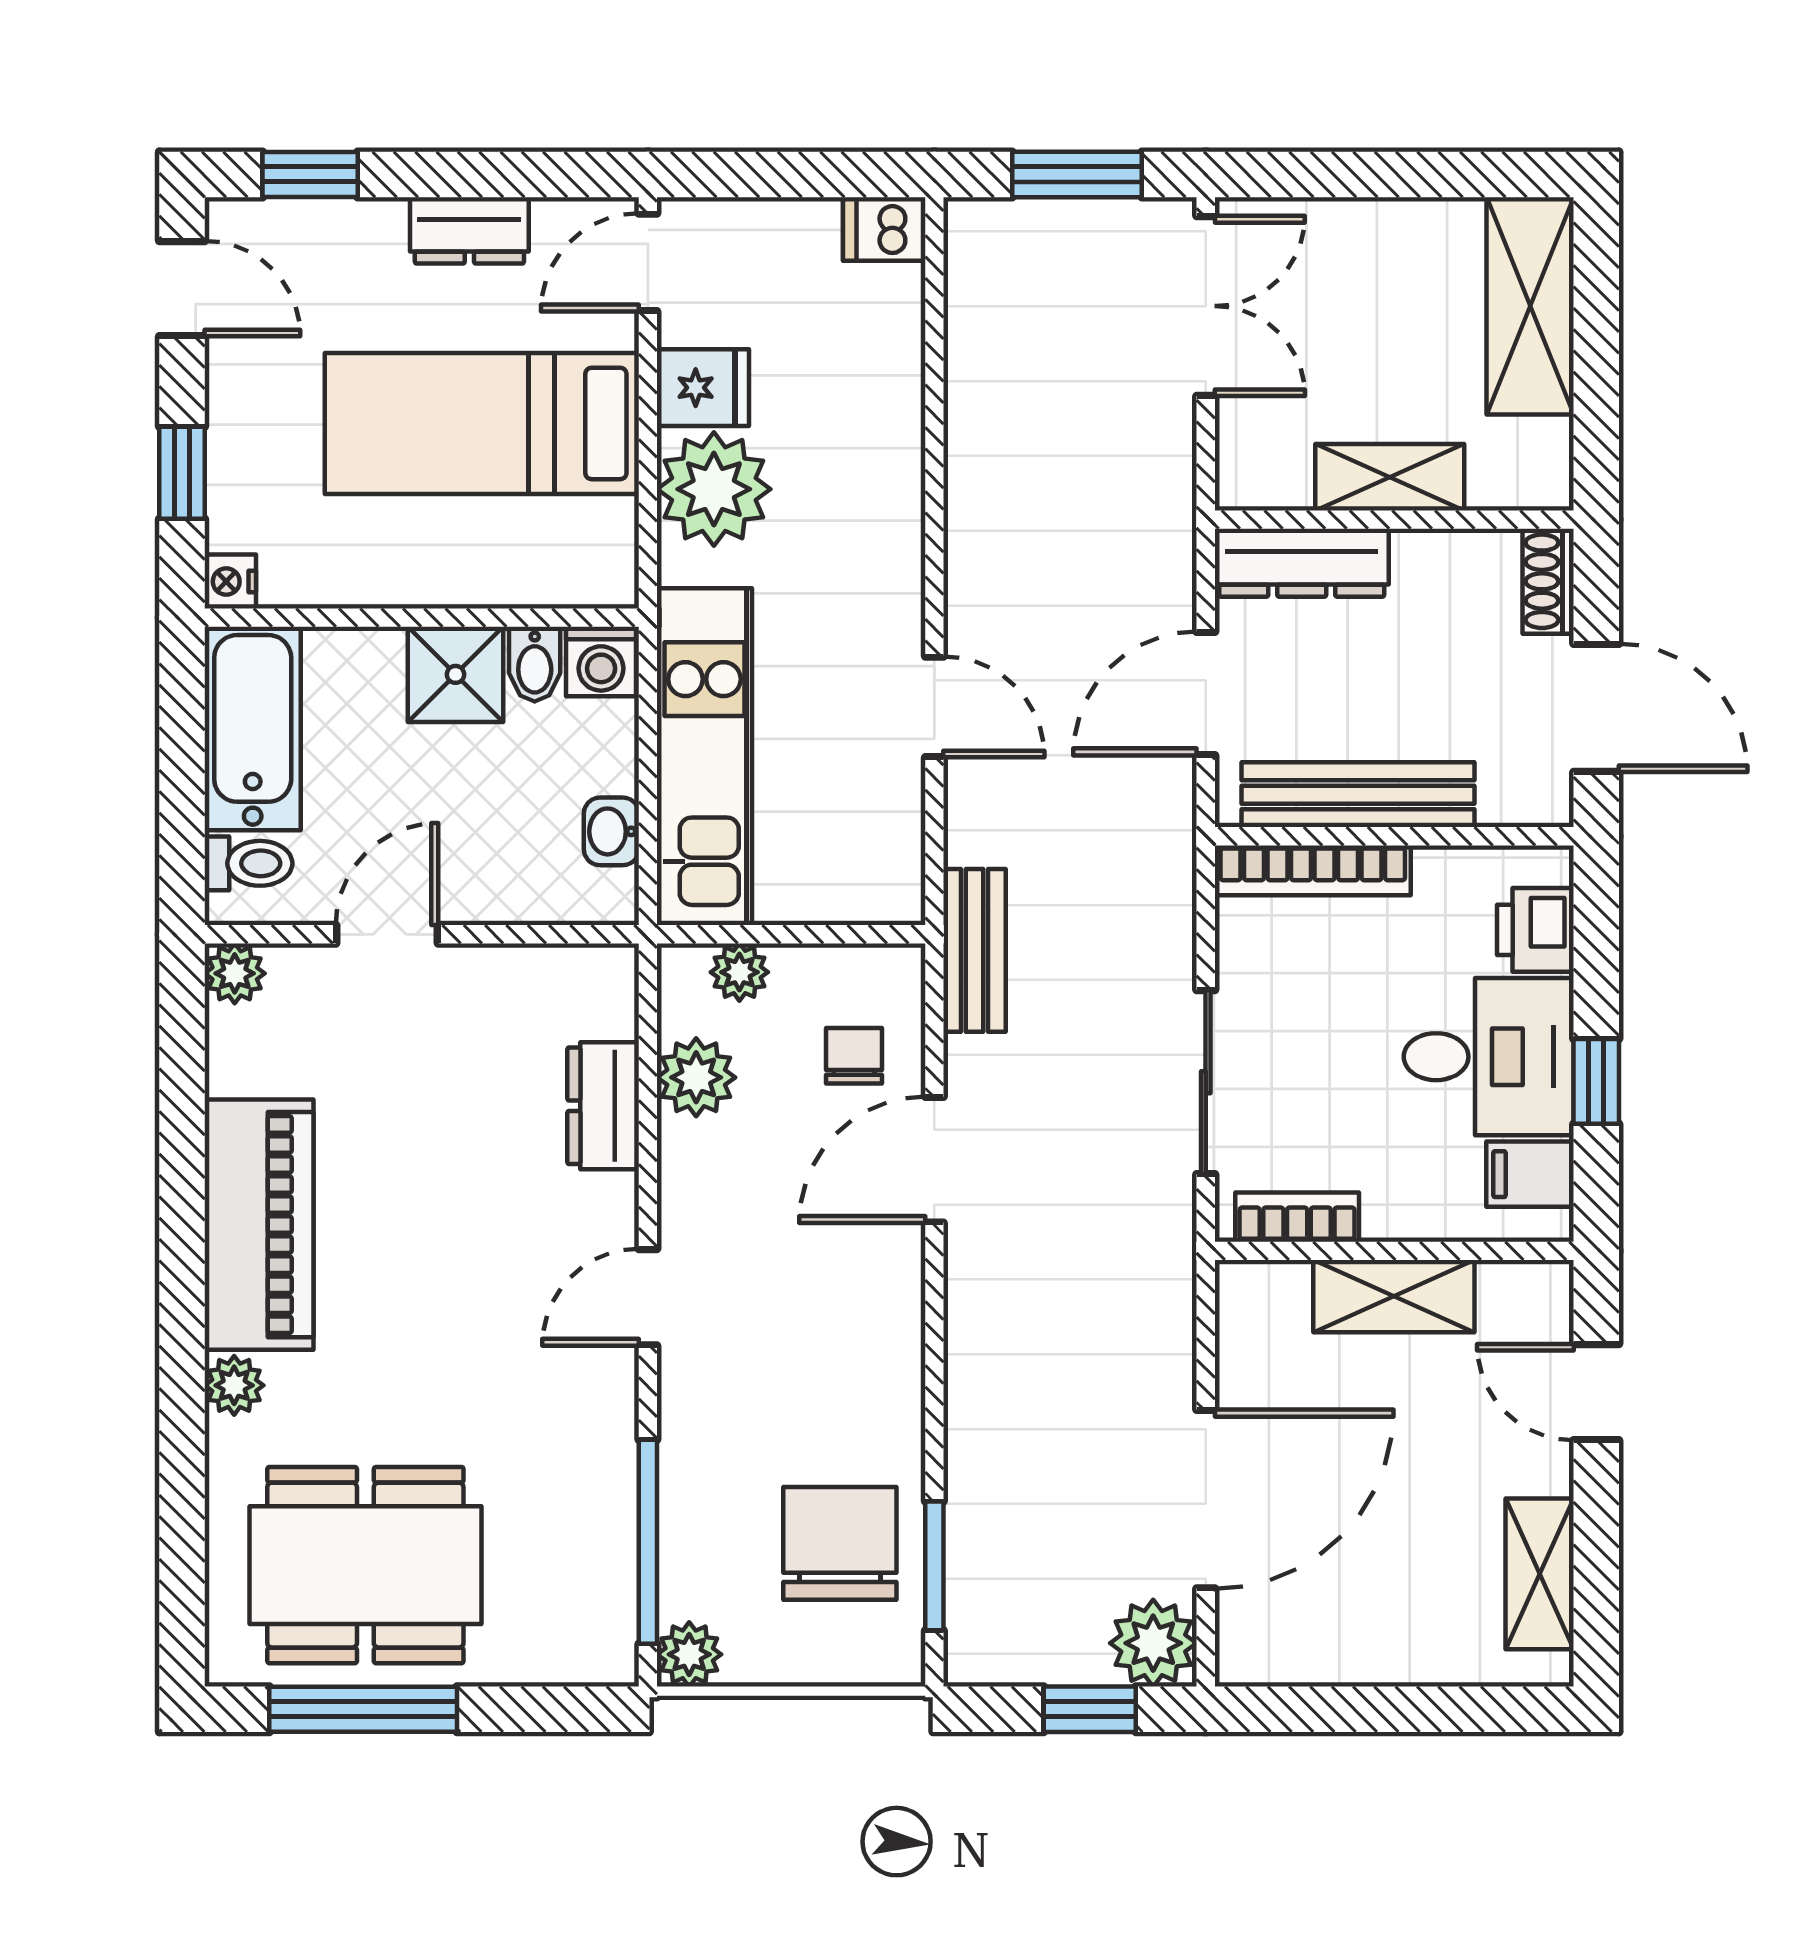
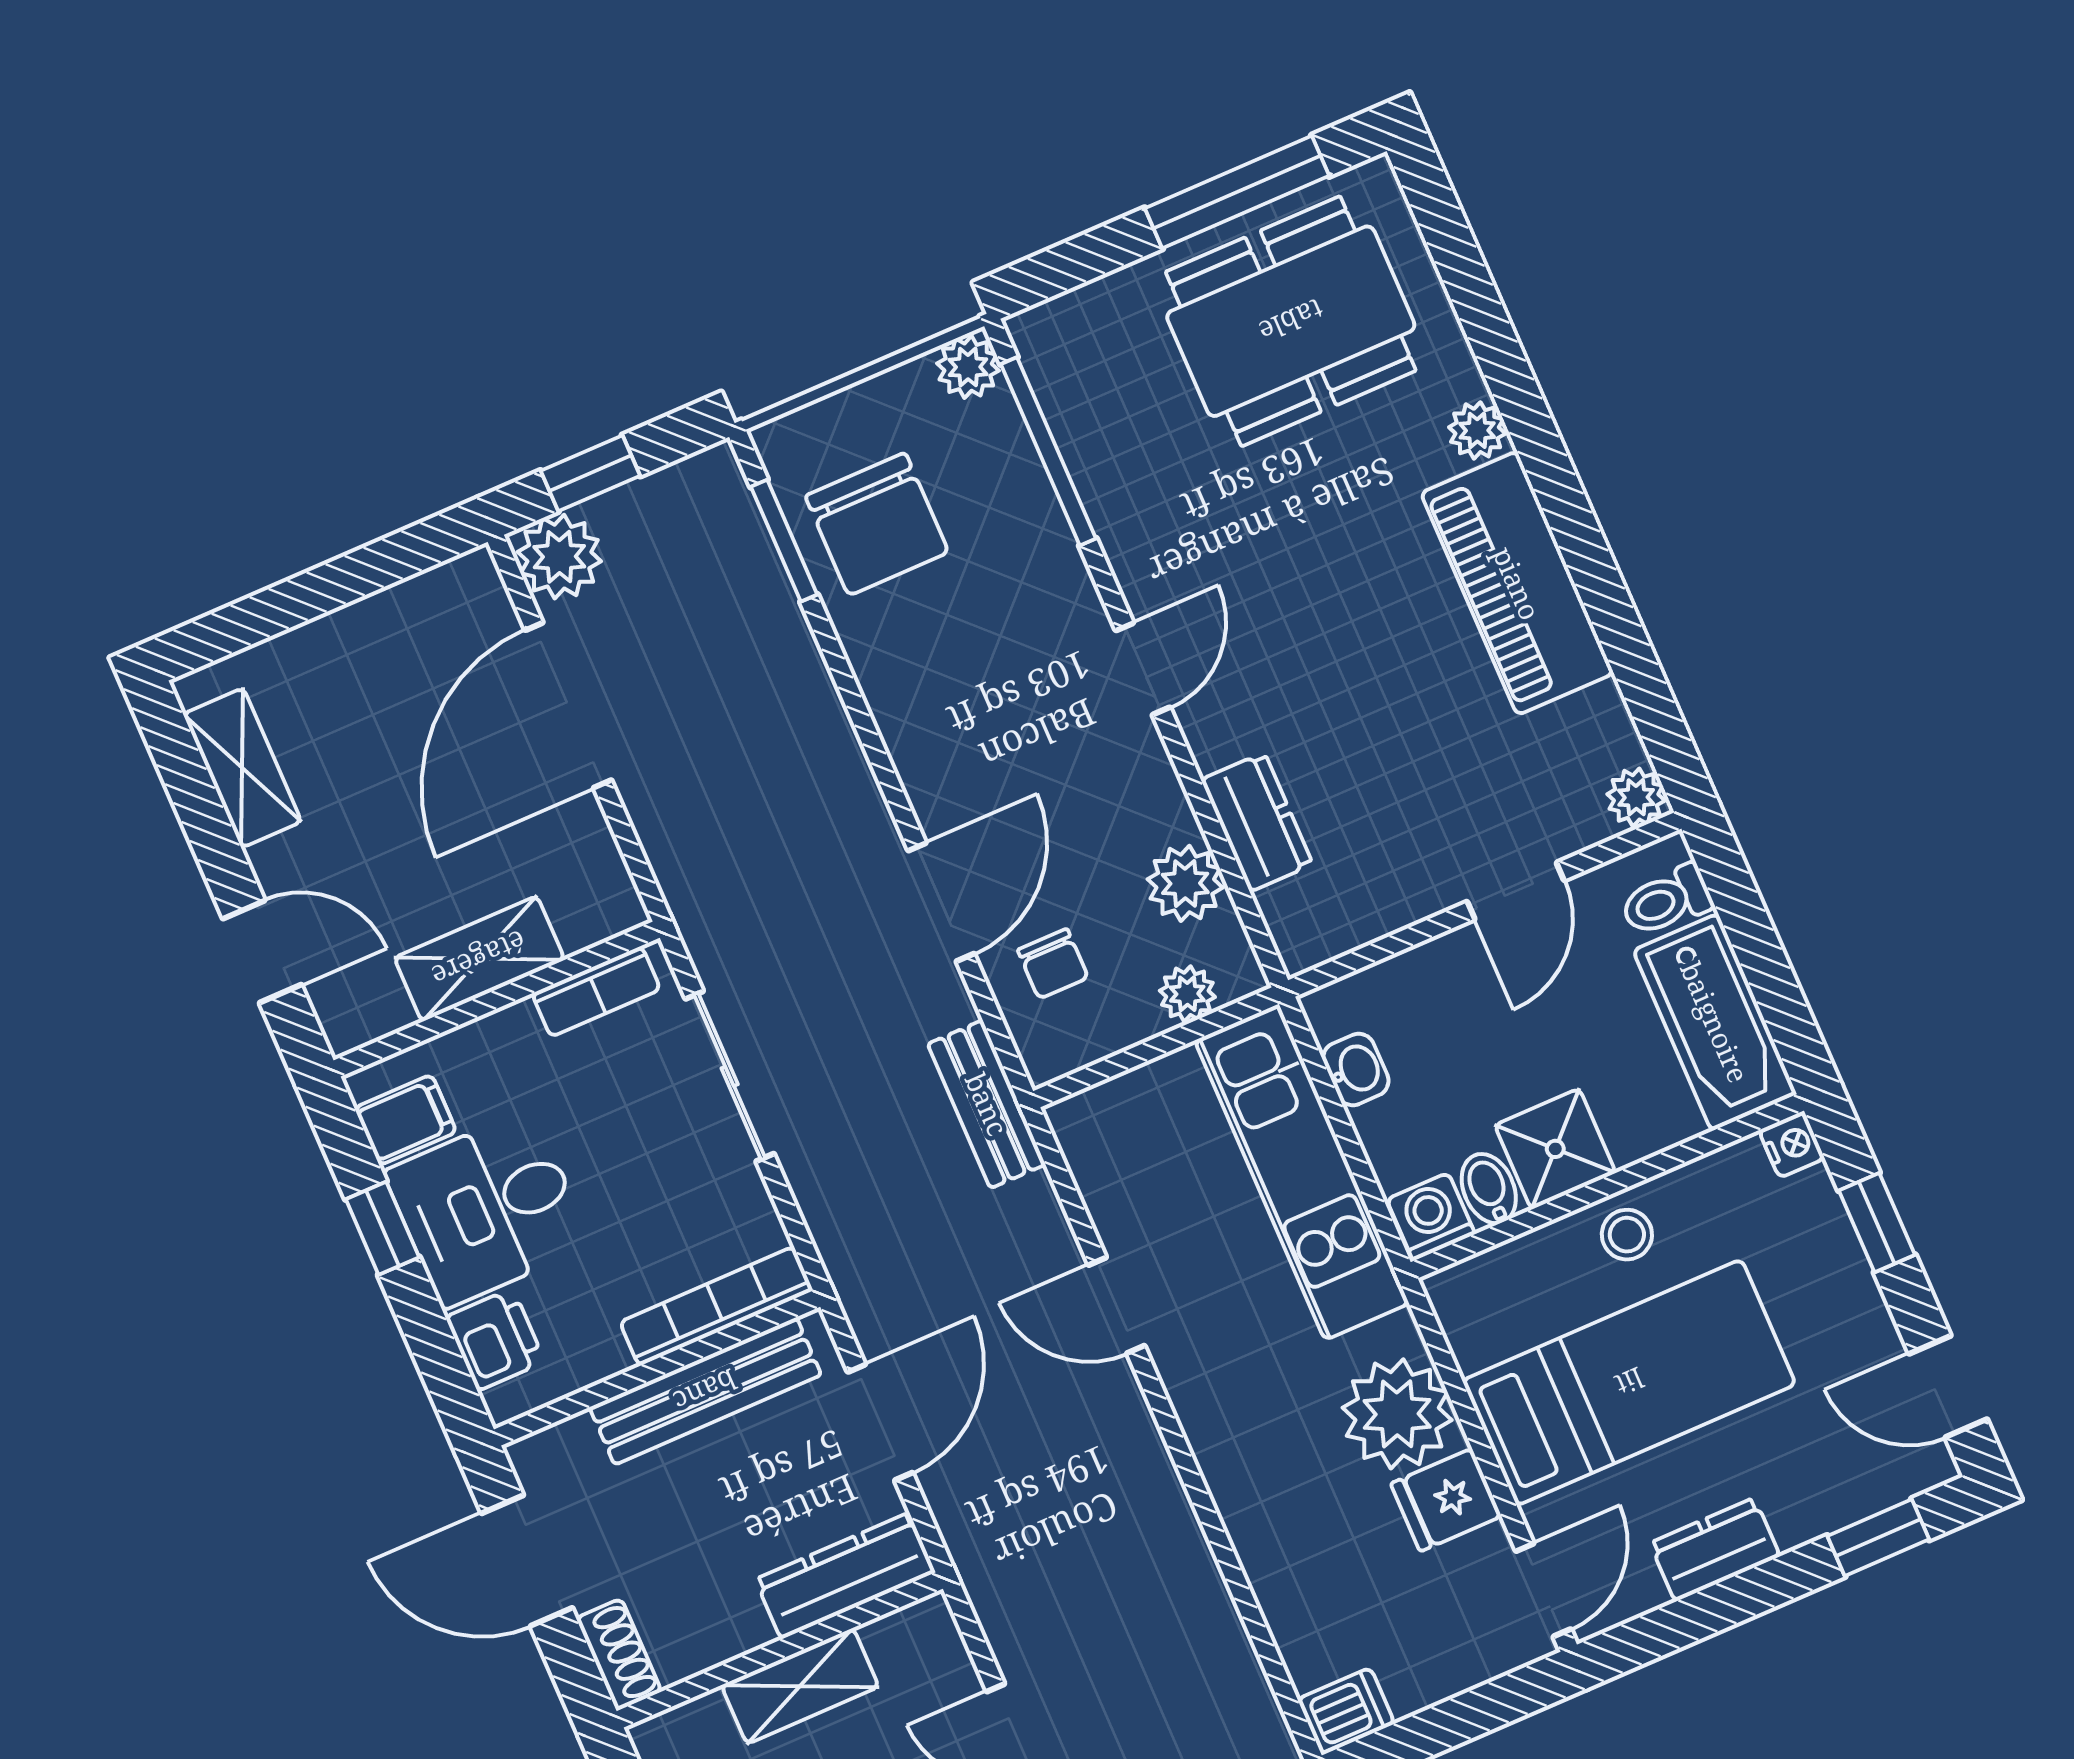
stool: (423, 564) -> (1627, 1235), added

